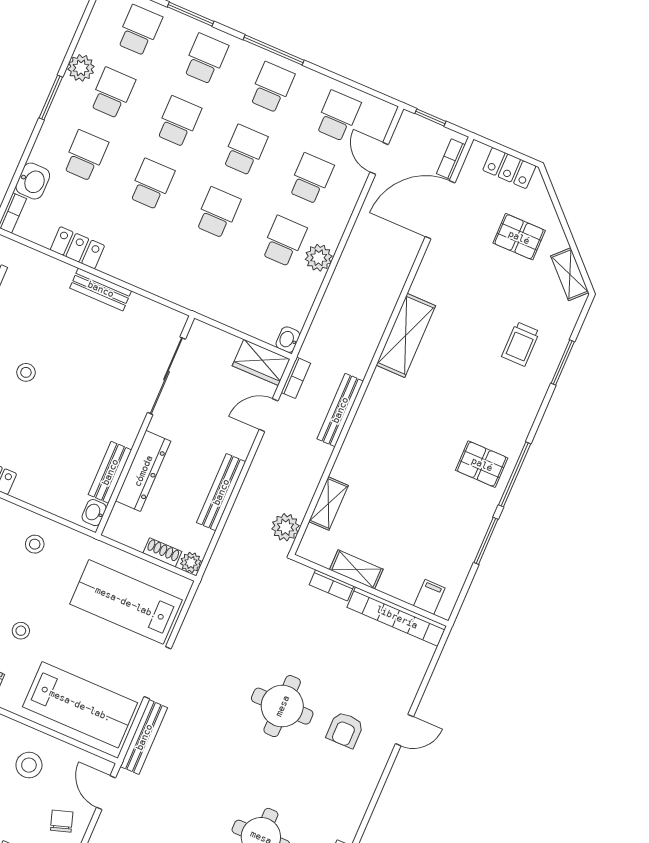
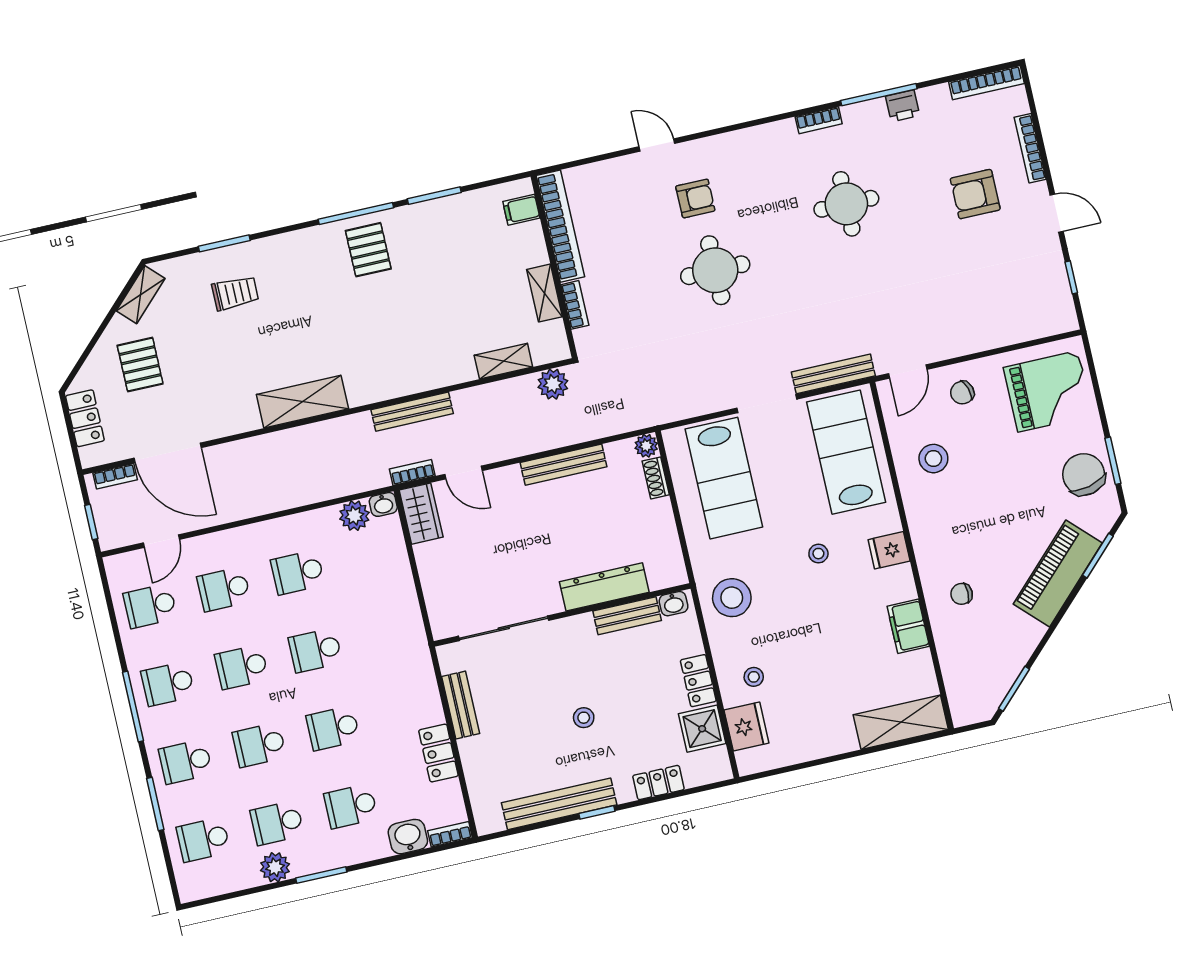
plant: (319, 258) -> (354, 516), moved
sliding door: (166, 376) -> (504, 628), moved
wall: (145, 425) -> (562, 615), moved
dresser: (143, 471) -> (604, 587), moved
bench: (110, 472) -> (627, 616), moved
washbasin: (94, 513) -> (674, 604), moved
stool: (35, 544) -> (732, 598), width x1.89, depth x1.89

